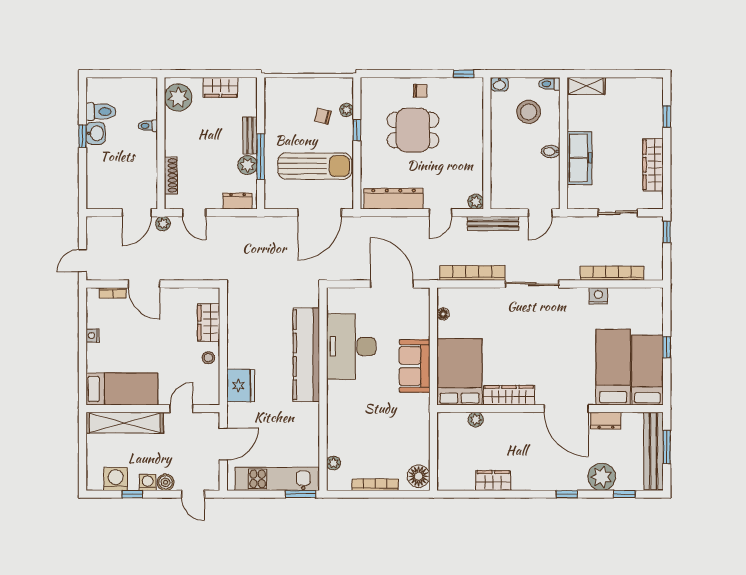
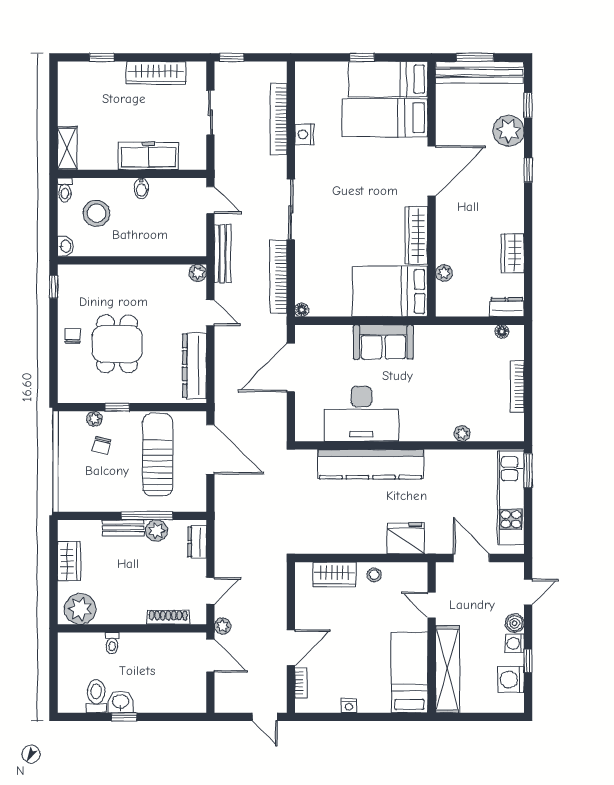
floor lamp: (443, 314) -> (302, 310), moved
dresser: (606, 421) -> (507, 307), moved, turned -90
plant: (334, 463) -> (462, 433), moved
floor lamp: (419, 476) -> (502, 332), width x0.53, depth x0.53

